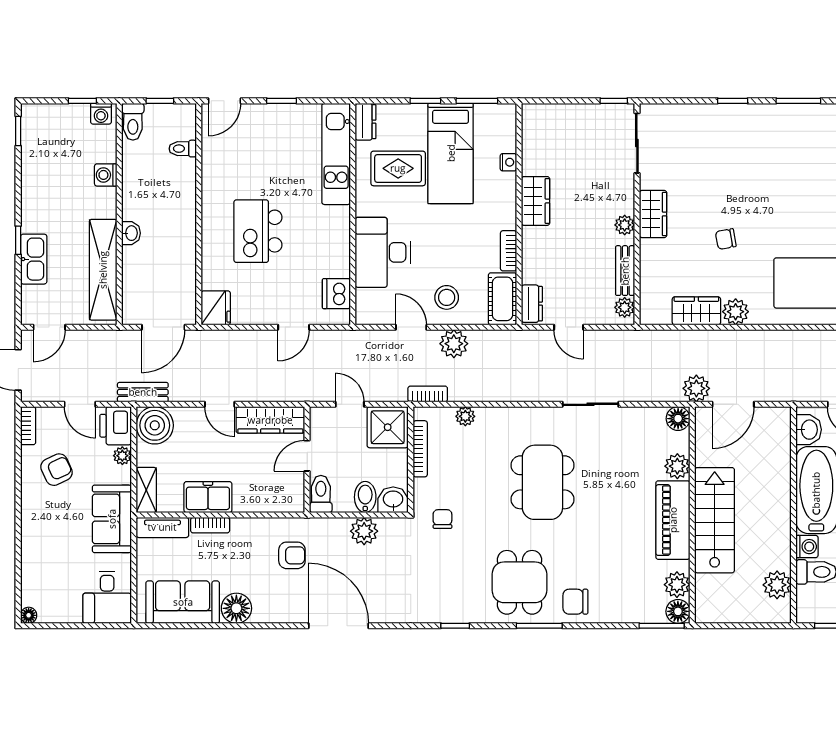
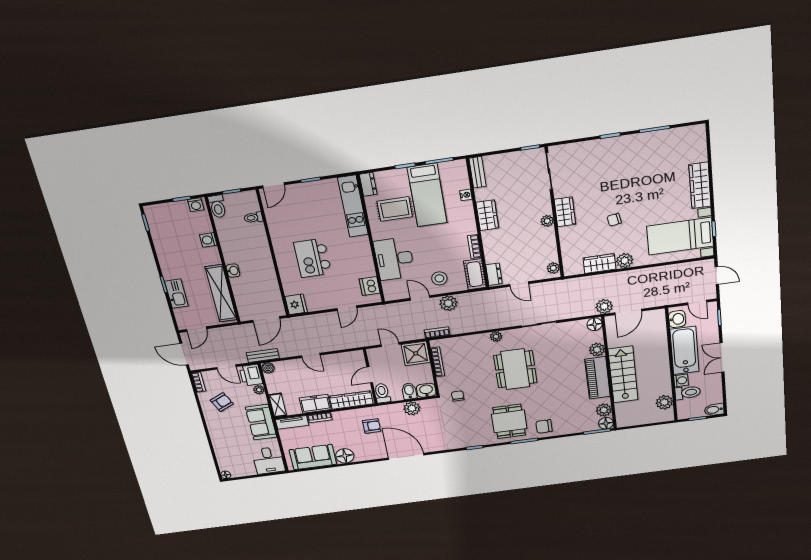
bench: (625, 271) -> (477, 172), moved
plant: (465, 416) -> (496, 337), moved
wardrobe: (270, 420) -> (351, 400), moved, turned 180
boiler: (155, 425) -> (268, 368), width x0.54, depth x0.54

